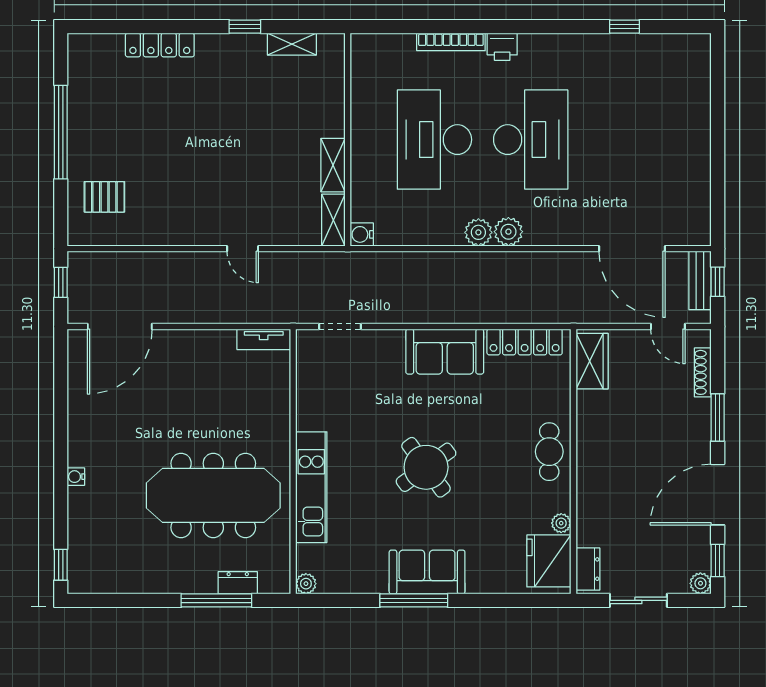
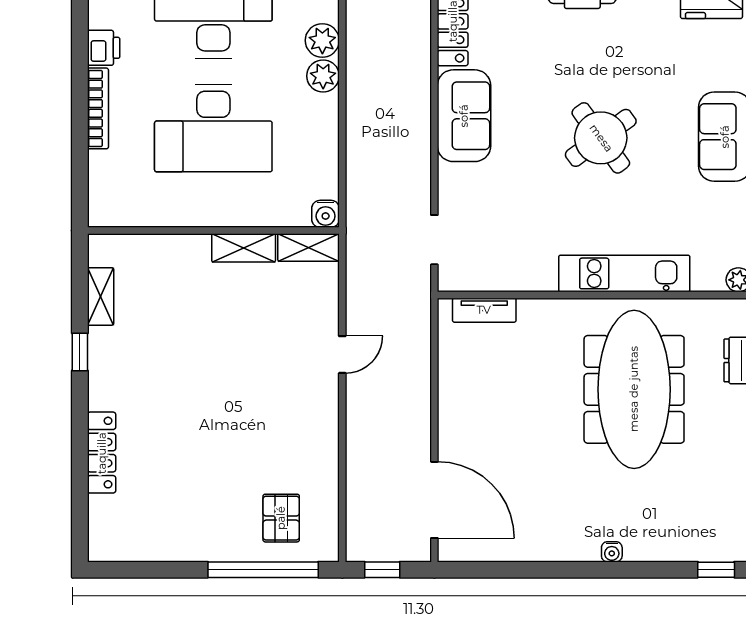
window: (61, 132) -> (263, 570), moved
tv unit: (264, 339) -> (484, 310), moved, turned 90

